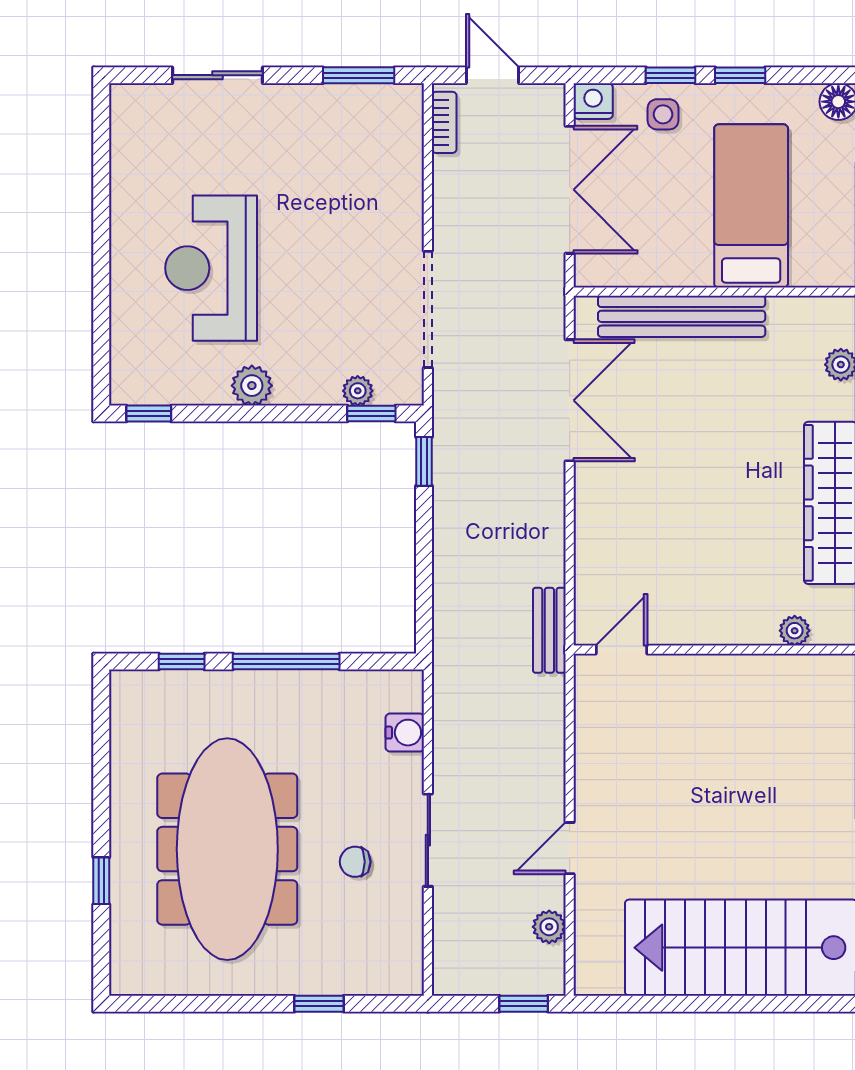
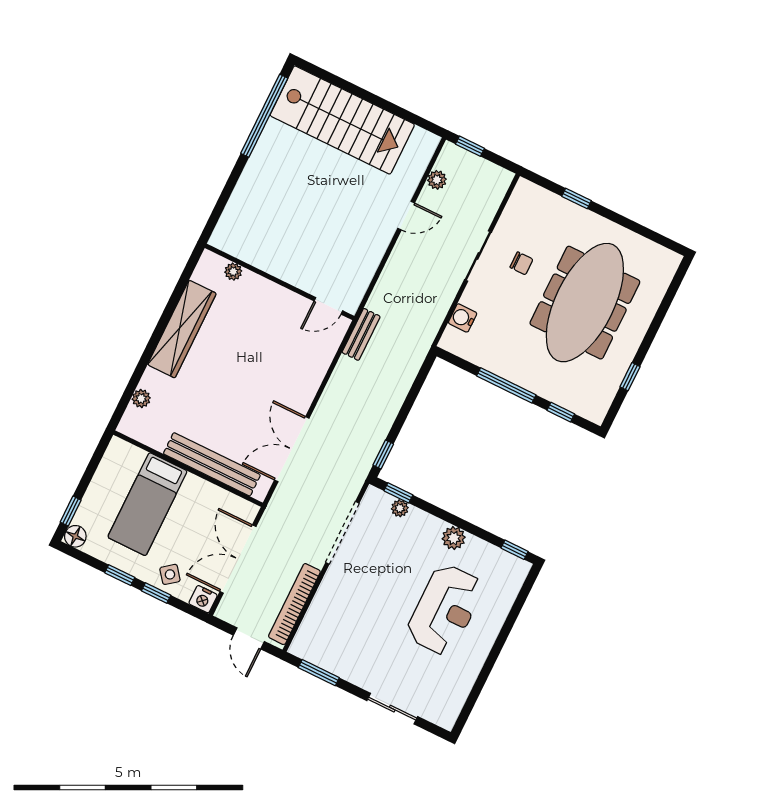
side table: (663, 114) -> (170, 574), turned -38
bookcase: (444, 122) -> (294, 604), width x2.31, depth x1.31
window: (101, 881) -> (630, 377), moved

